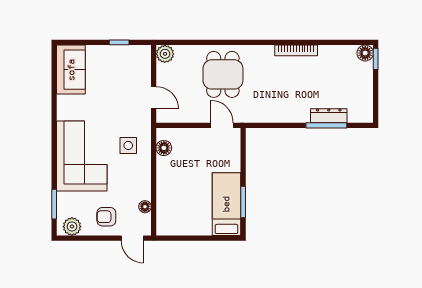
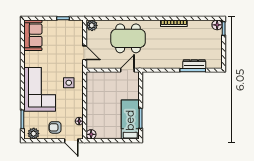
dining table: (223, 74) -> (128, 38), width x1.38
door: (222, 125) -> (127, 70), hinge flipped
floor lamp: (164, 148) -> (91, 134), moved

